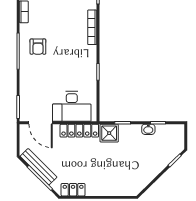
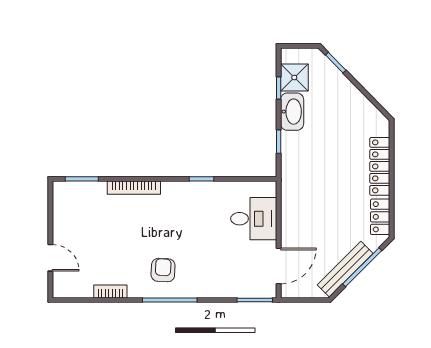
armchair: (38, 47) -> (163, 270), turned -87
desk: (72, 106) -> (254, 219), width x0.73
washbasin: (148, 129) -> (292, 112), width x1.91, depth x1.45
locker: (79, 131) -> (380, 166), moved, turned 180
shower: (109, 133) -> (294, 77), moved

